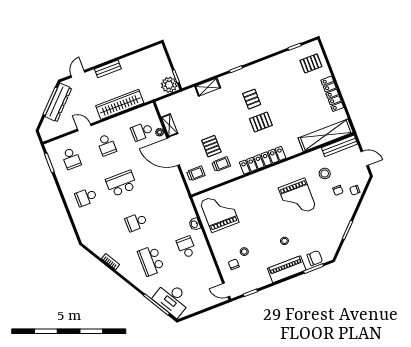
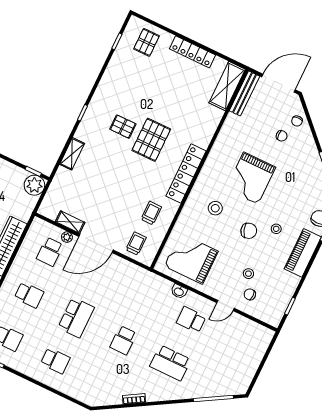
pallet: (261, 122) -> (151, 140), width x1.50, depth x1.42
shelving: (326, 135) -> (227, 86), width x0.68
pallet: (211, 146) -> (127, 205), removed
door: (365, 158) -> (278, 83), width x1.87
stool: (325, 174) -> (215, 208), moved
school desk: (121, 184) -> (76, 318), turned 180
school desk: (86, 197) -> (55, 361), turned -90
grand piano: (297, 198) -> (251, 178), turned 90
chair: (268, 227) -> (249, 231), added
door: (226, 290) -> (225, 305), moved
desk: (172, 299) -> (223, 380), removed

